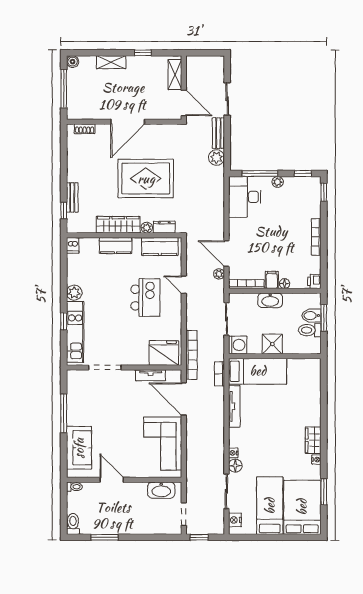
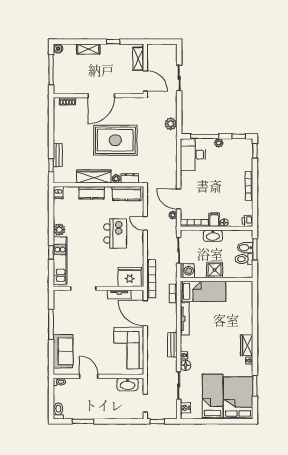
bench: (218, 133) -> (172, 345), moved

